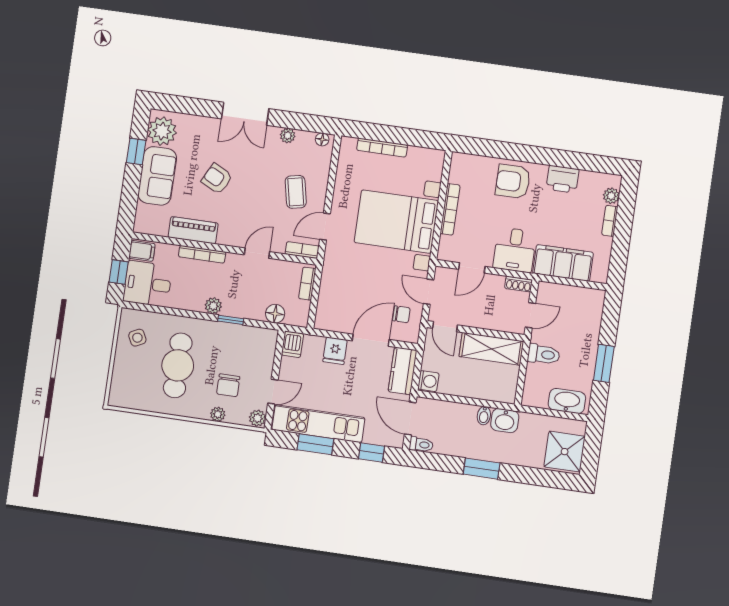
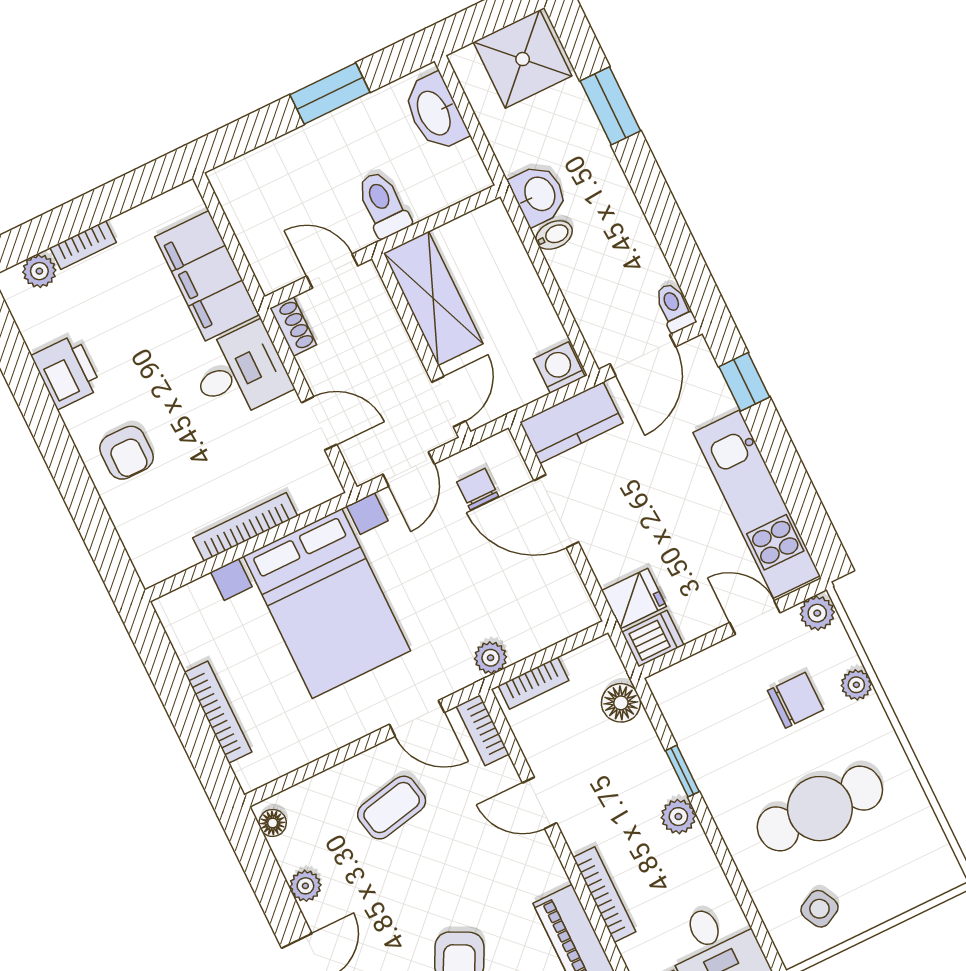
armchair: (513, 181) -> (127, 453), width x0.72, depth x0.72
plant: (329, 273) -> (491, 658), added
fridge: (335, 351) -> (634, 599), moved
window: (315, 444) -> (795, 486), removed
window: (482, 469) -> (610, 106), moved

